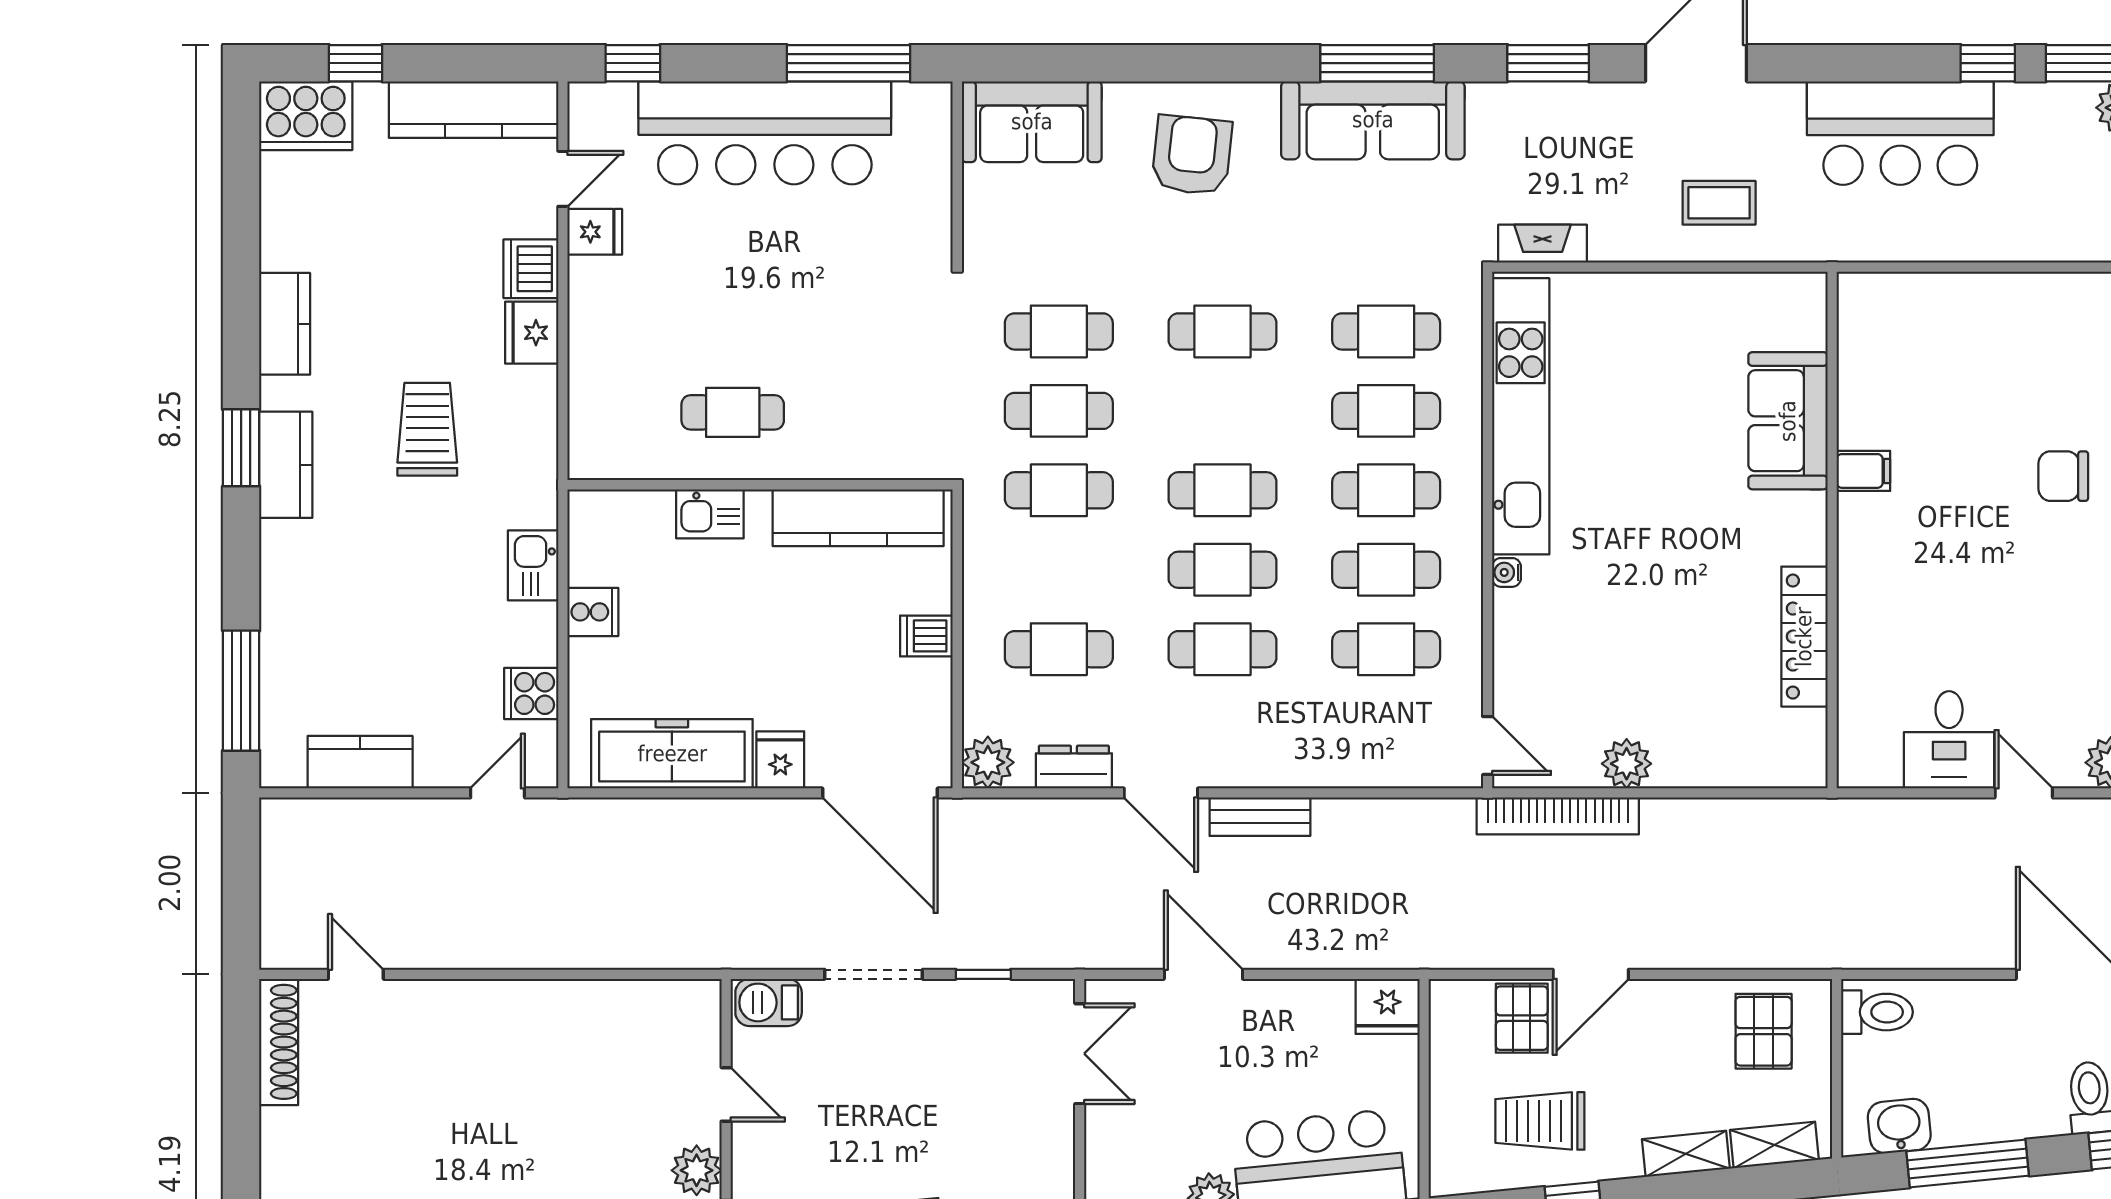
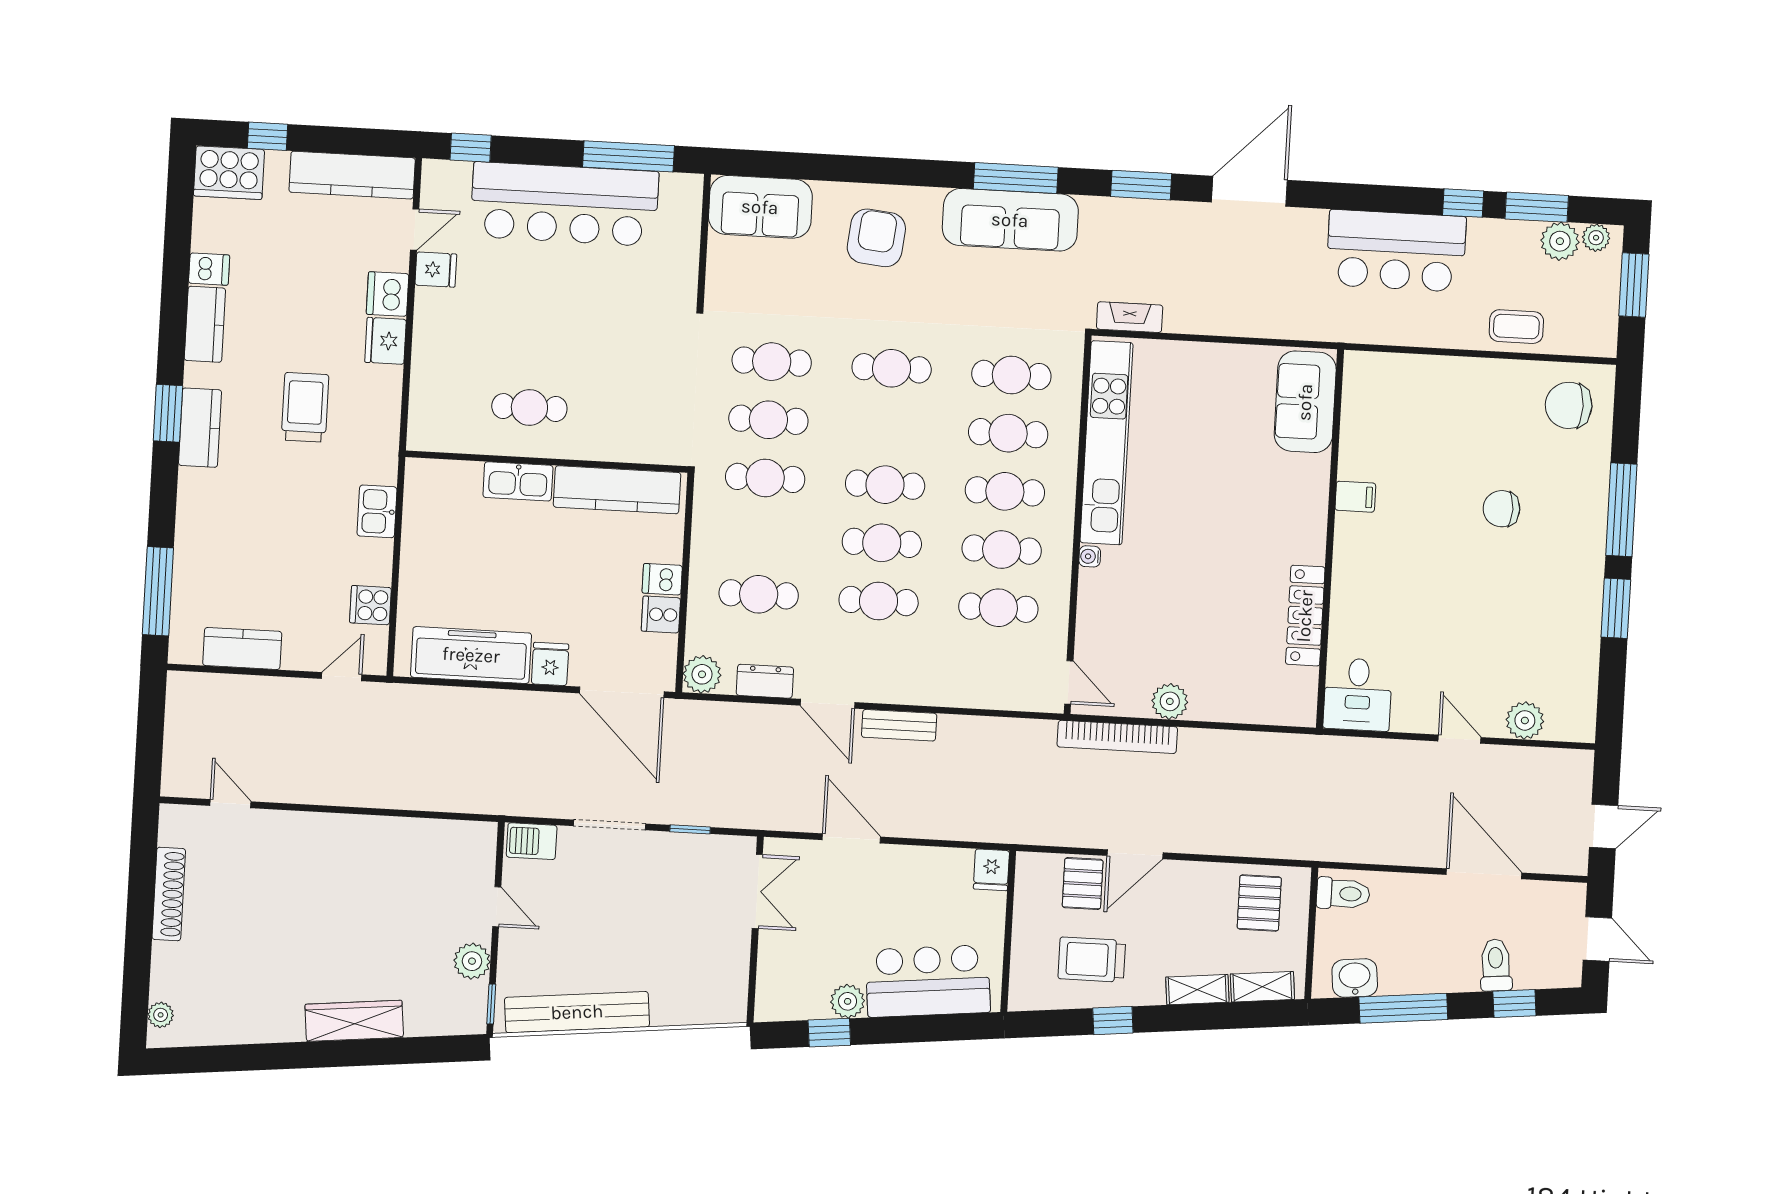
coffee table: (1719, 203) -> (1516, 327), moved
dishwasher: (286, 248) -> (209, 269), added
sofa: (1788, 421) -> (1305, 402), moved
kitchen sink: (710, 514) -> (518, 481), width x1.38
cooker: (593, 612) -> (661, 615), moved, turned 180
desk: (1949, 740) -> (1358, 694), moved
fridge: (1388, 1006) -> (991, 870), width x0.72
shoe rack: (279, 1042) -> (169, 894), moved

